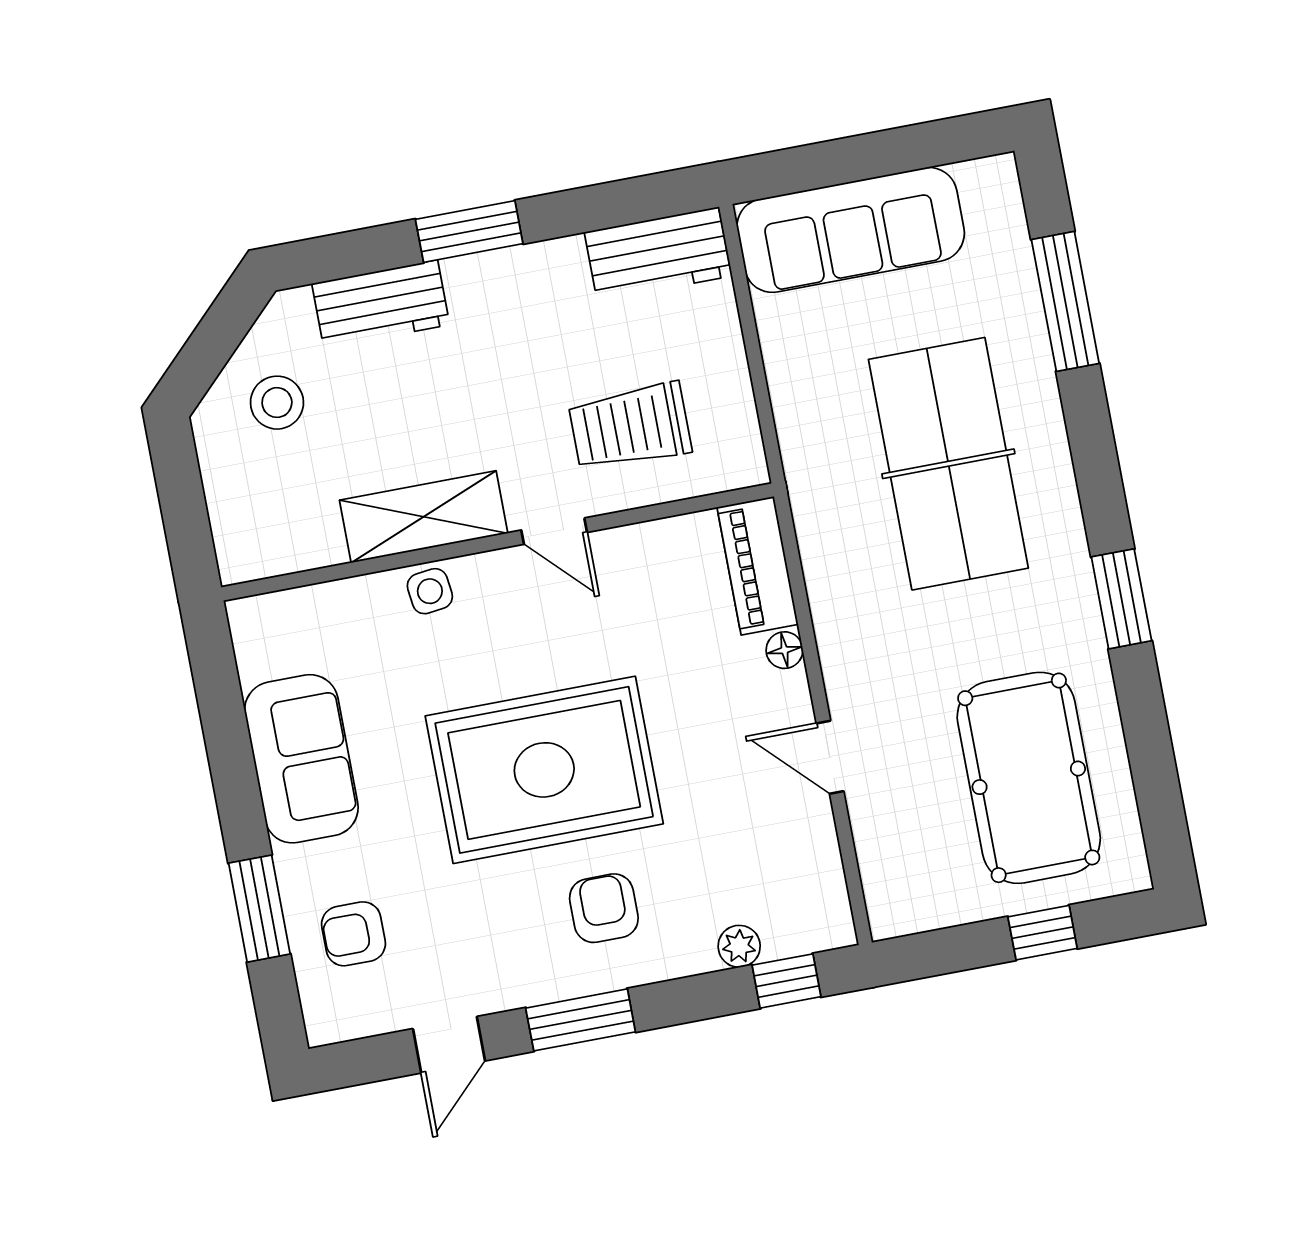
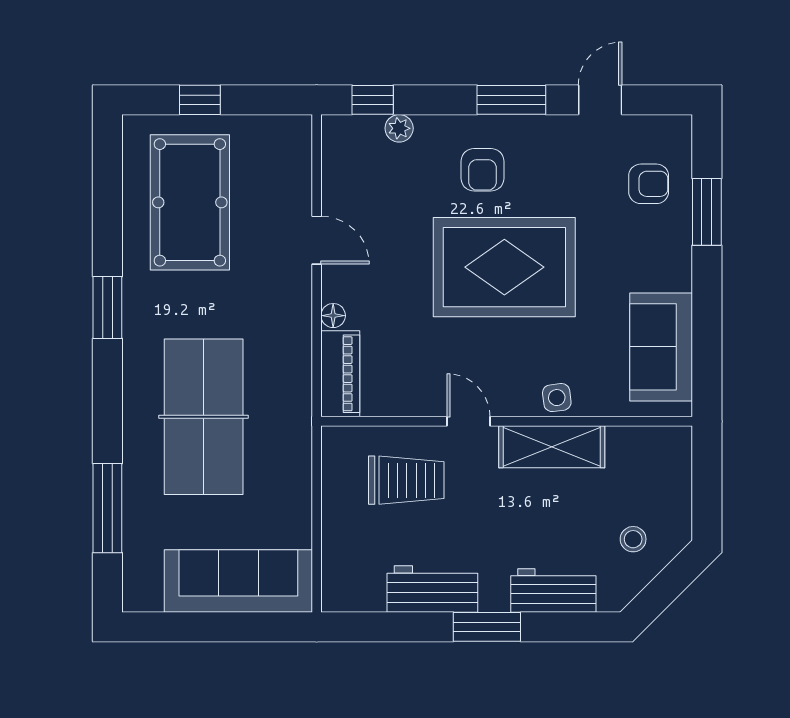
workbench: (658, 254) -> (432, 589), moved
stool: (277, 403) -> (633, 539), width x0.73, depth x0.73
sofa: (301, 759) -> (661, 347), moved

